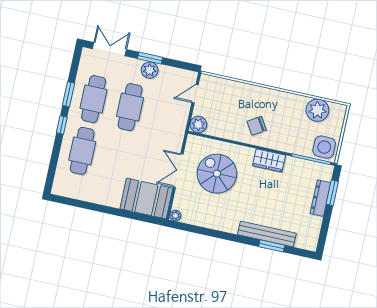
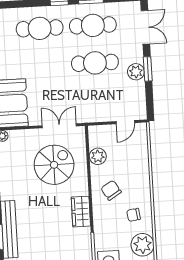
door: (195, 94) -> (125, 122), swing flipped
chair: (286, 111) -> (134, 215), added
plant: (198, 124) -> (98, 156), moved
double door: (178, 171) -> (59, 126), moved

